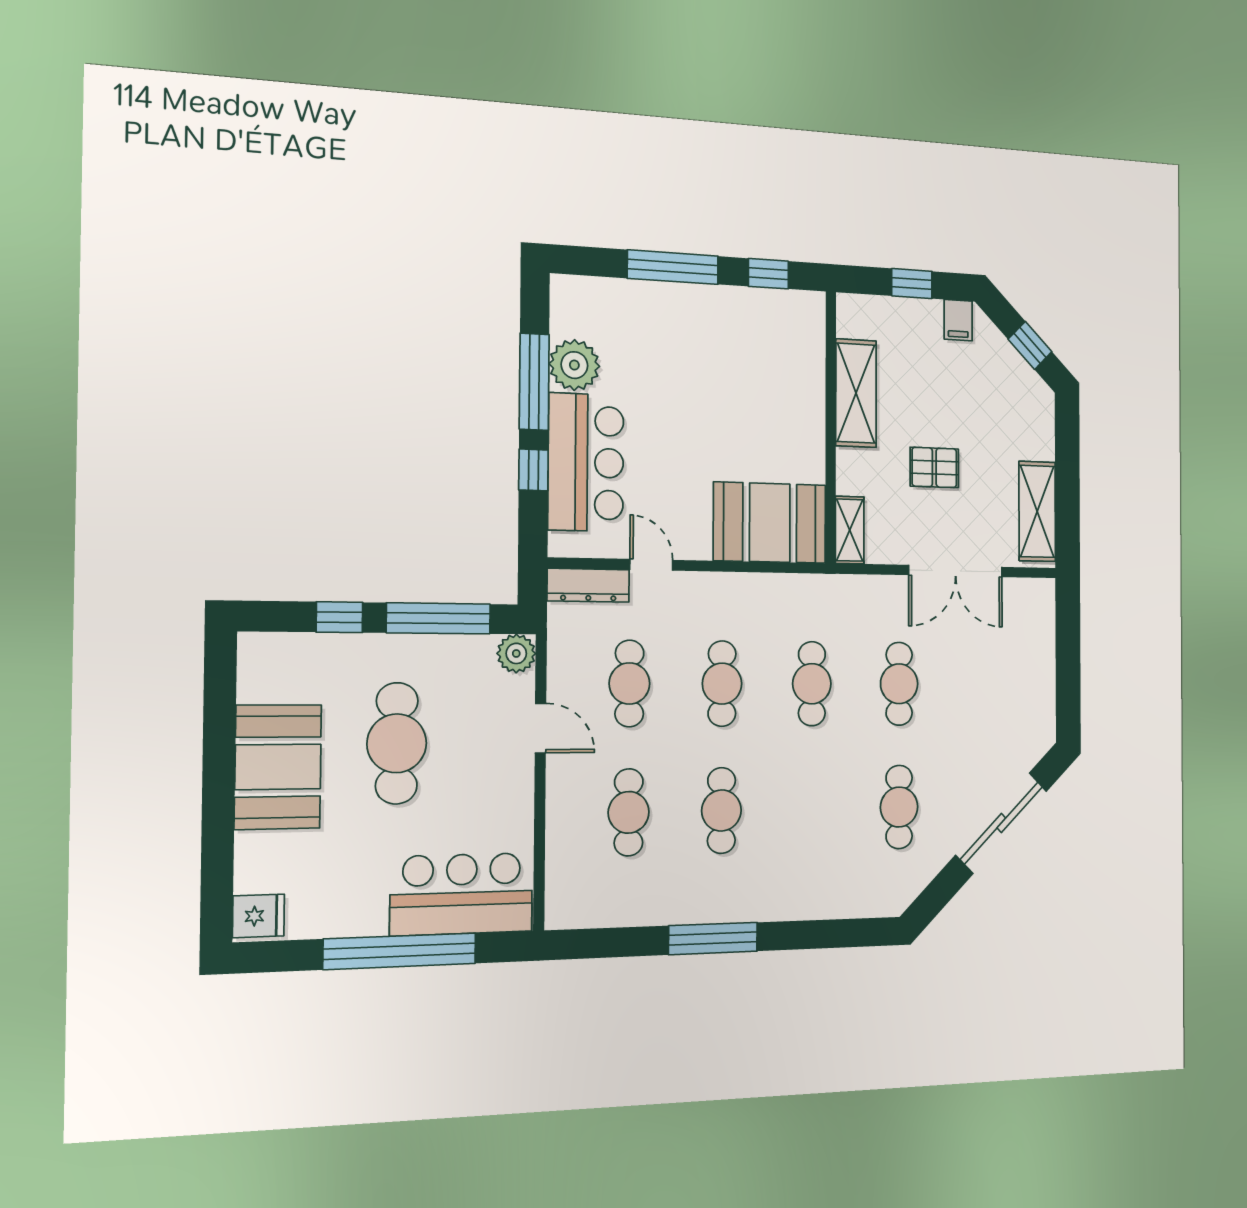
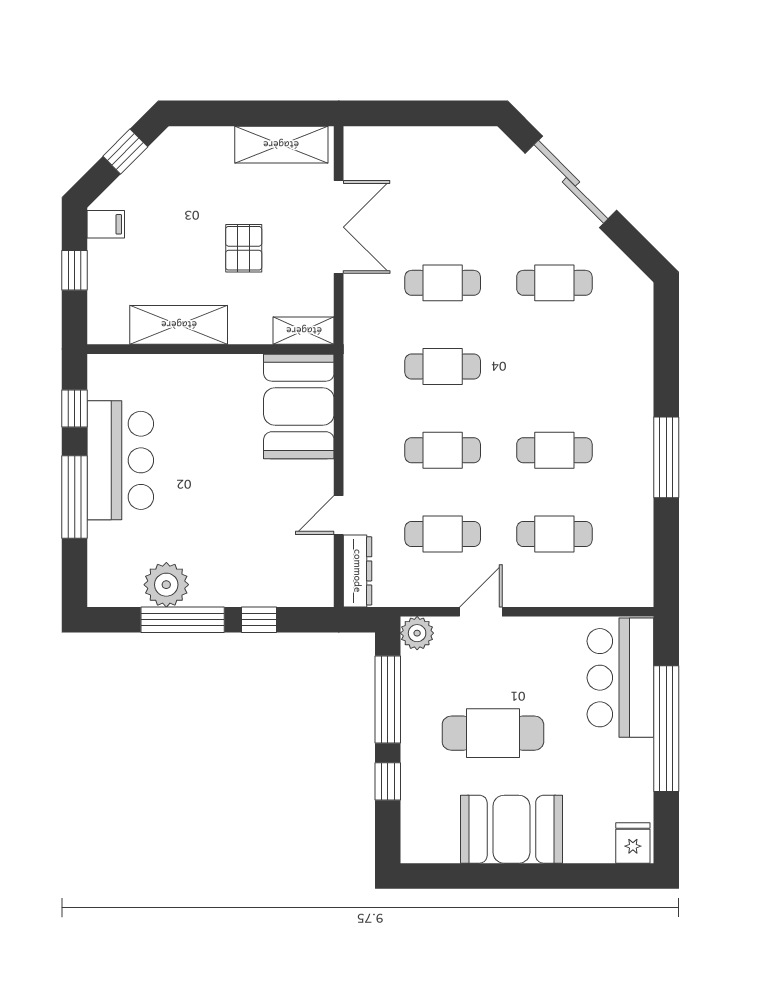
bar counter: (586, 462) -> (120, 460), moved, turned 90

